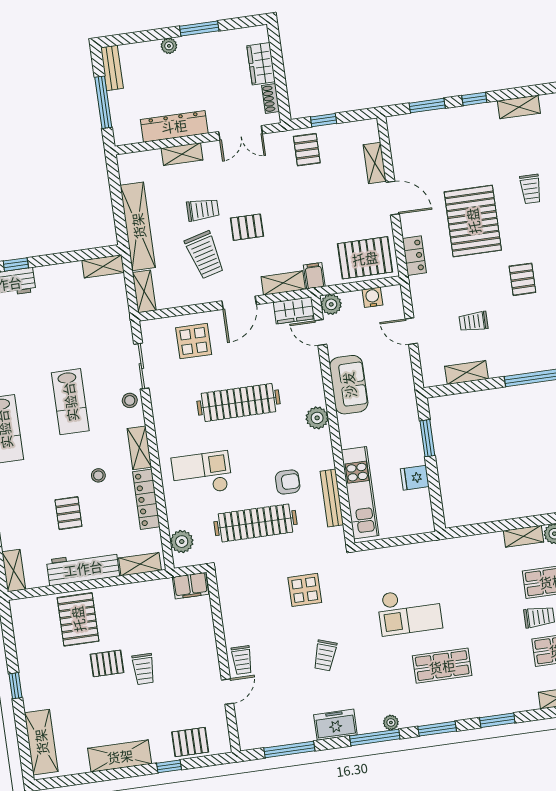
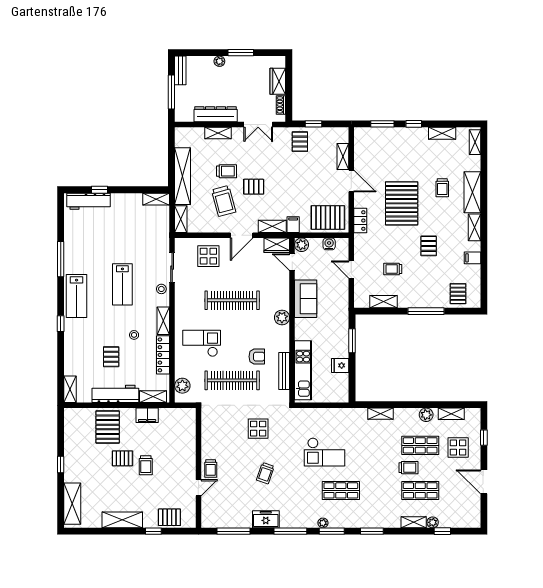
shelving: (523, 536) -> (380, 414), moved
filing cabinet: (191, 586) -> (147, 415), moved
plant: (391, 722) -> (323, 523), moved

